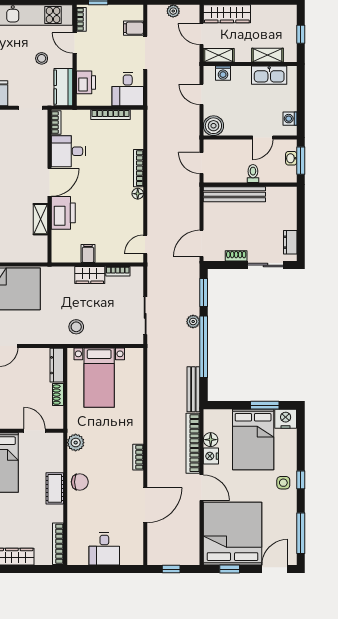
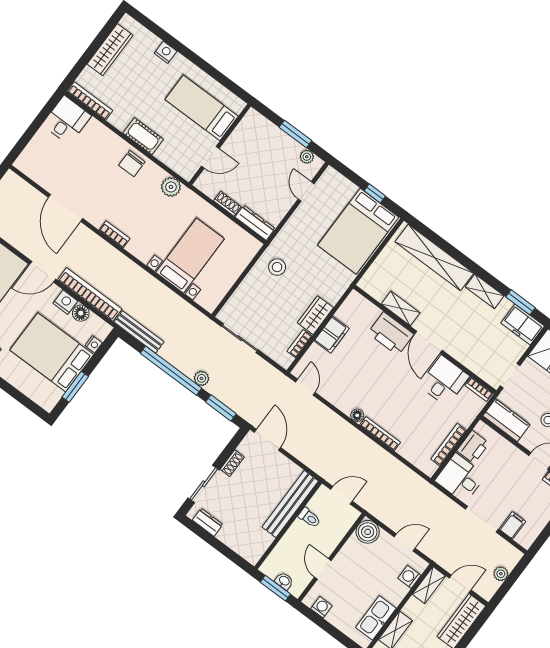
printer: (86, 82) -> (473, 447), moved, turned -90
toilet: (253, 174) -> (309, 518), moved
filing cabinet: (88, 254) -> (332, 335), width x2.00
bed with nightstands: (99, 378) -> (190, 256), moved, turned 90
nightstand: (286, 419) -> (94, 344), moved, width x0.53, depth x0.56
desk: (104, 549) -> (67, 120), moved, turned 90

